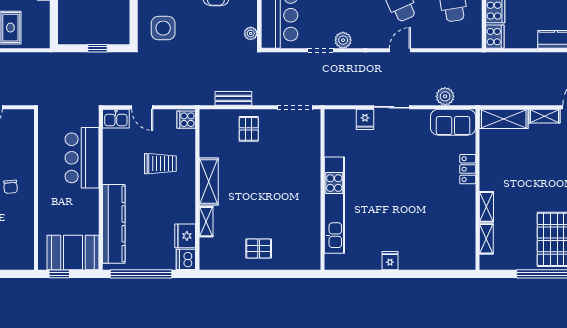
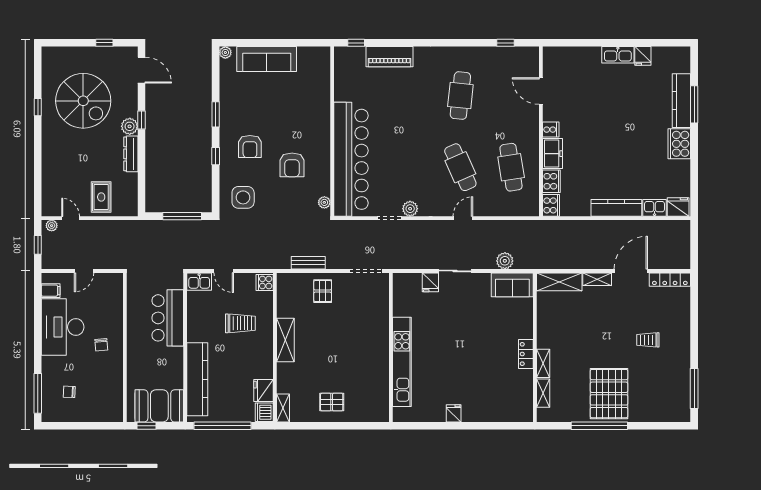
window: (98, 48) -> (182, 216), width x2.17
locker: (468, 169) -> (526, 354), moved
shelving: (206, 222) -> (283, 408), moved

